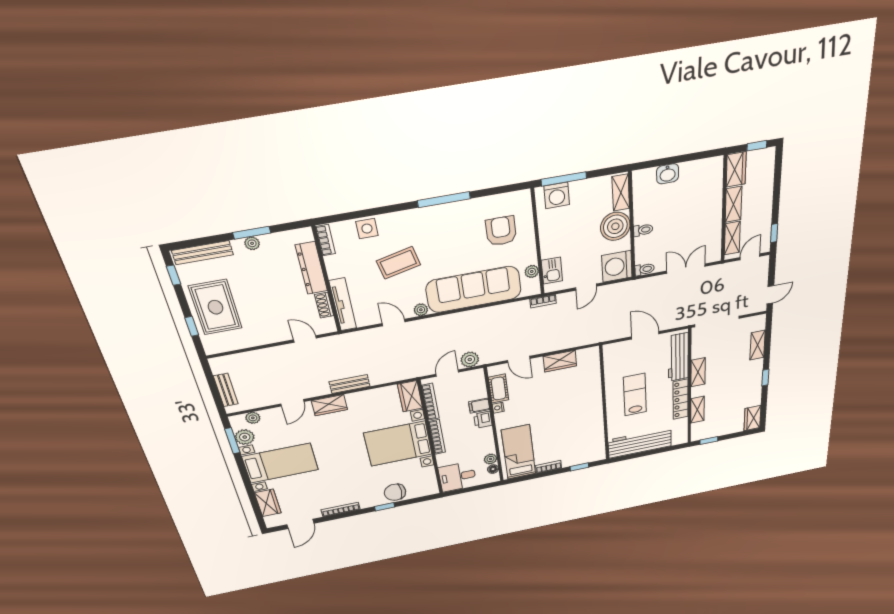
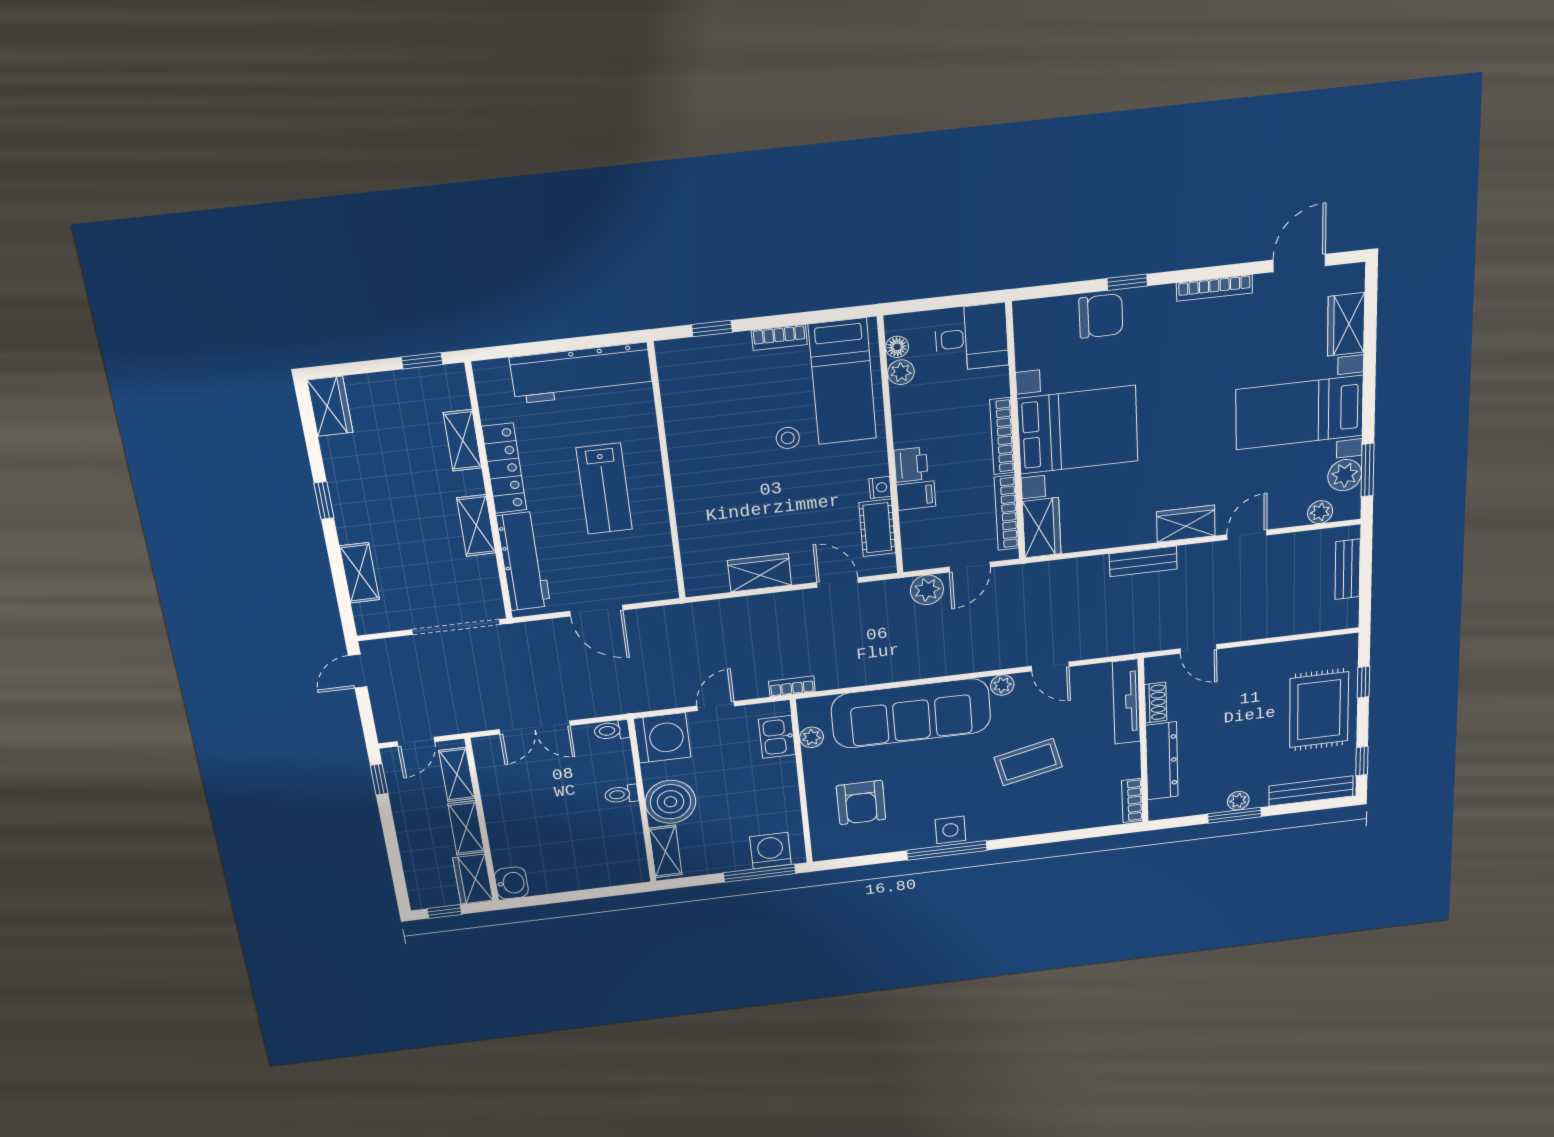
washbasin: (668, 174) -> (511, 883), moved, turned 90
side table: (367, 229) -> (950, 830), moved
stool: (545, 426) -> (788, 438), added

